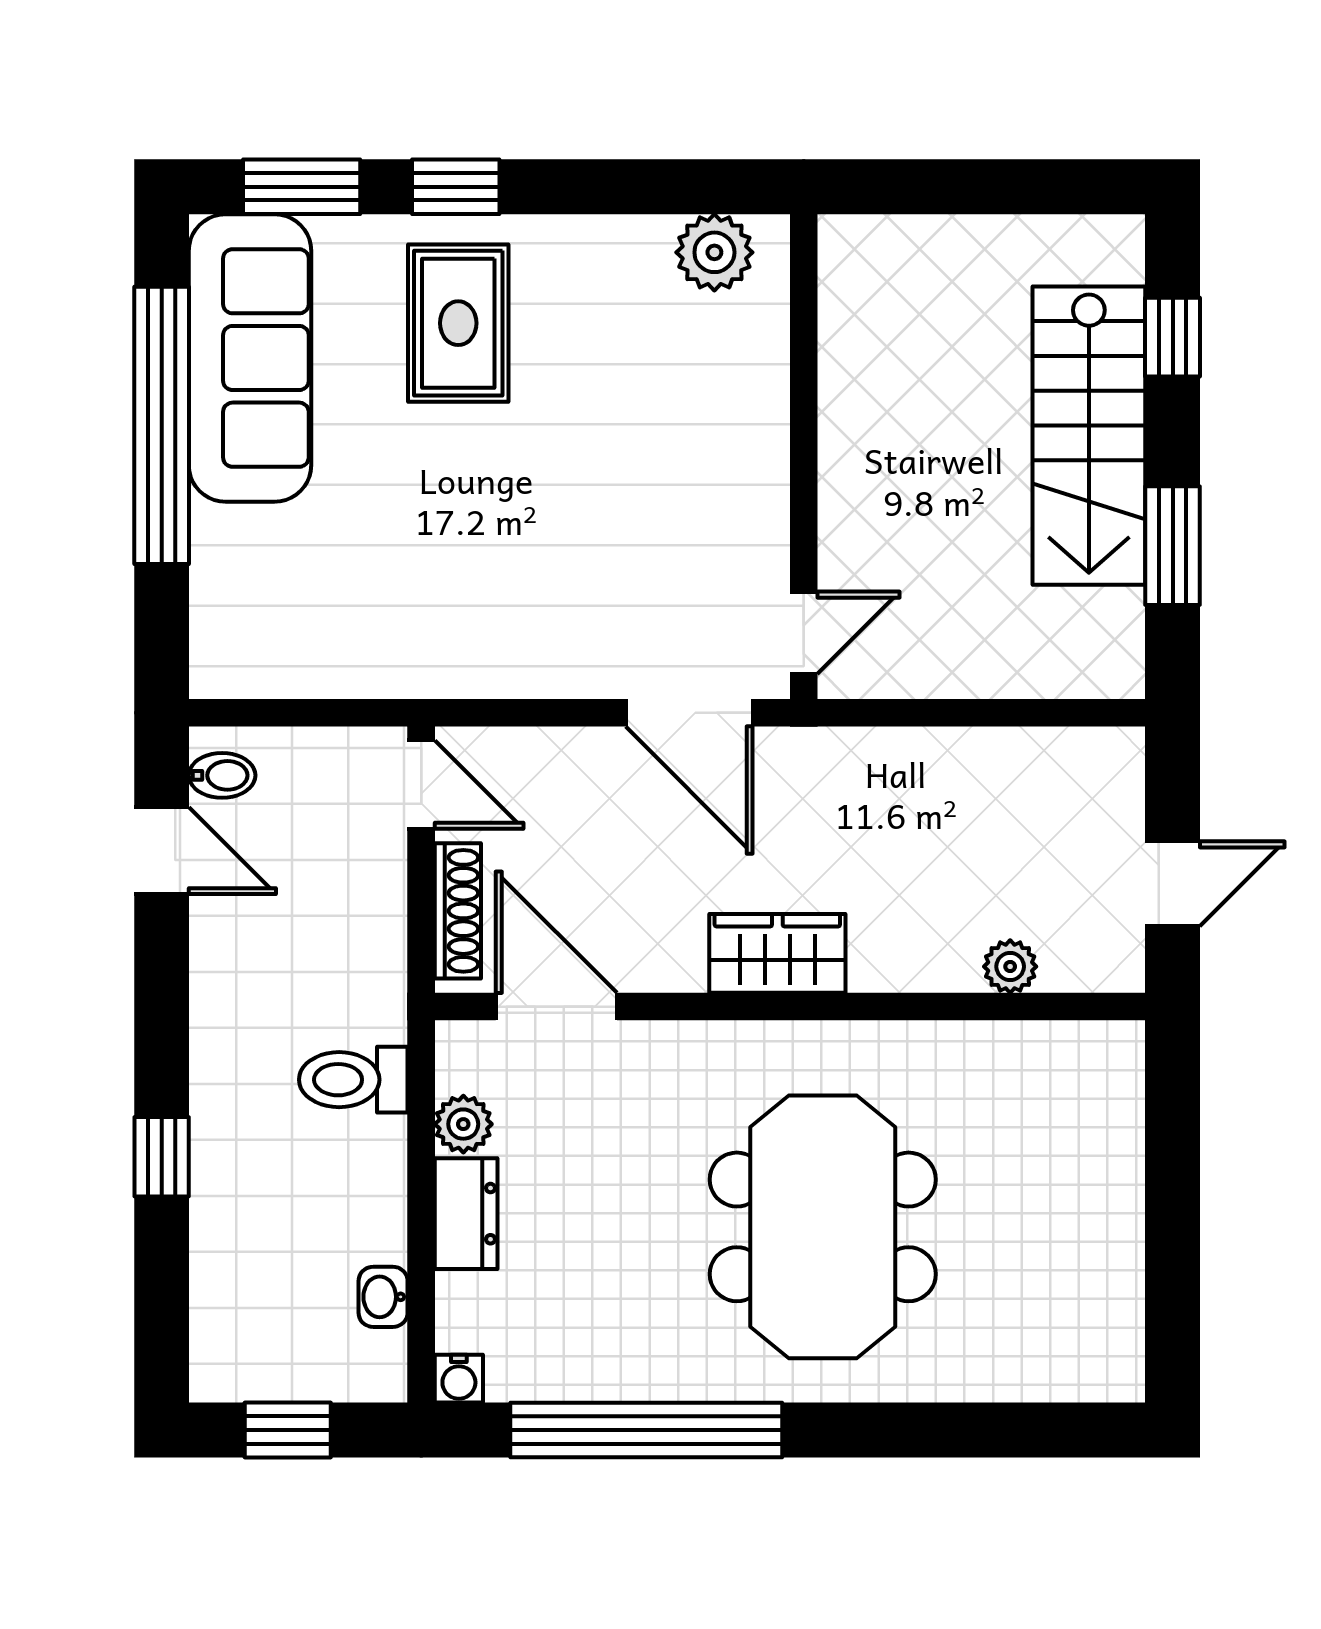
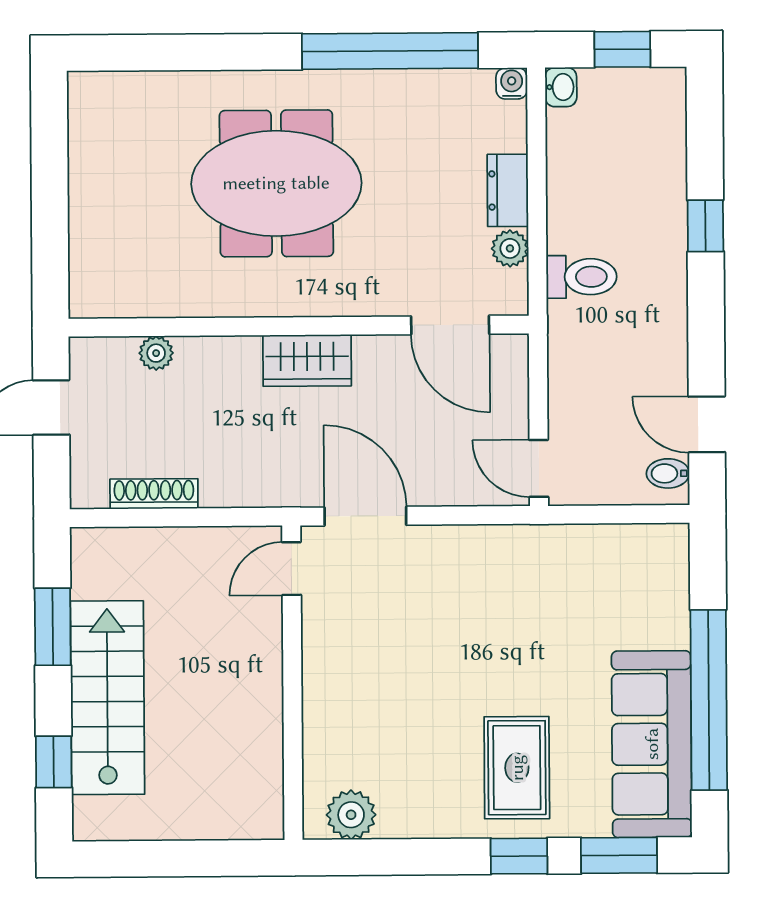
shoe rack: (458, 911) -> (154, 494), moved, turned 90
meeting table: (823, 1227) -> (276, 183), turned 90
washbasin: (383, 1297) -> (561, 87), moved

